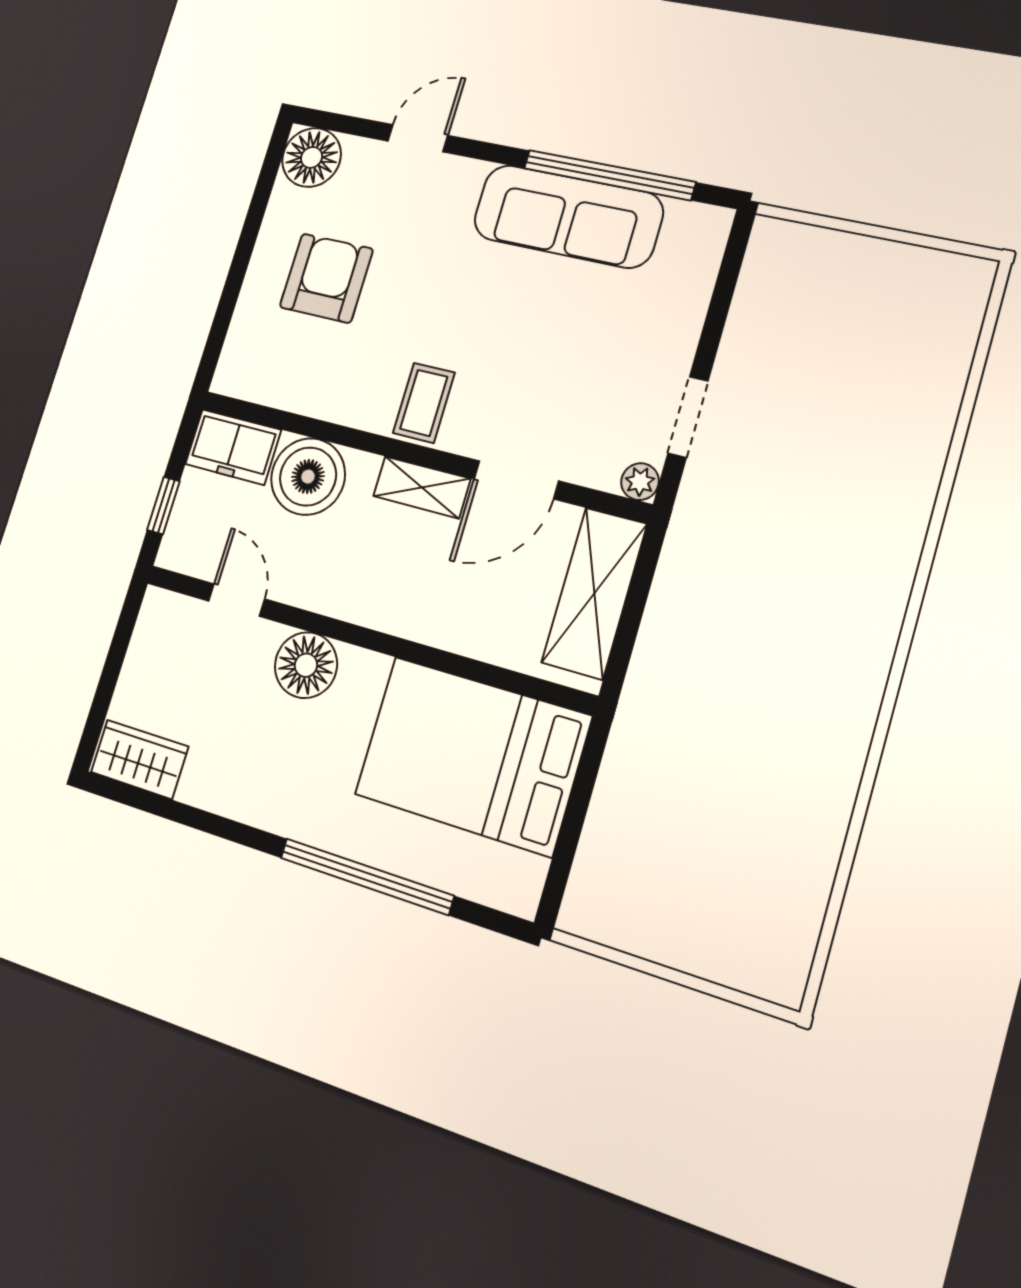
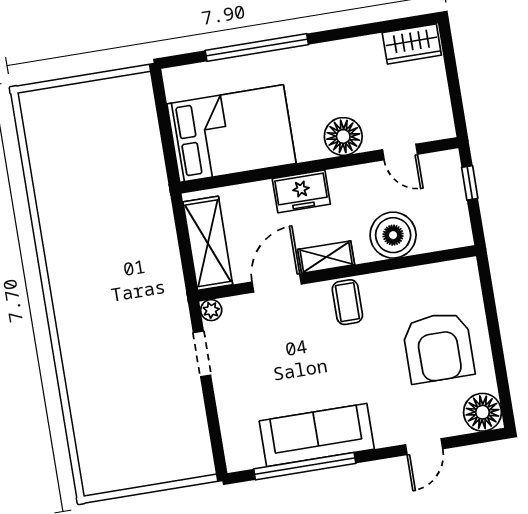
armchair: (326, 278) -> (438, 347), width x1.36, depth x1.36
freezer: (233, 447) -> (301, 191), moved, turned 180

